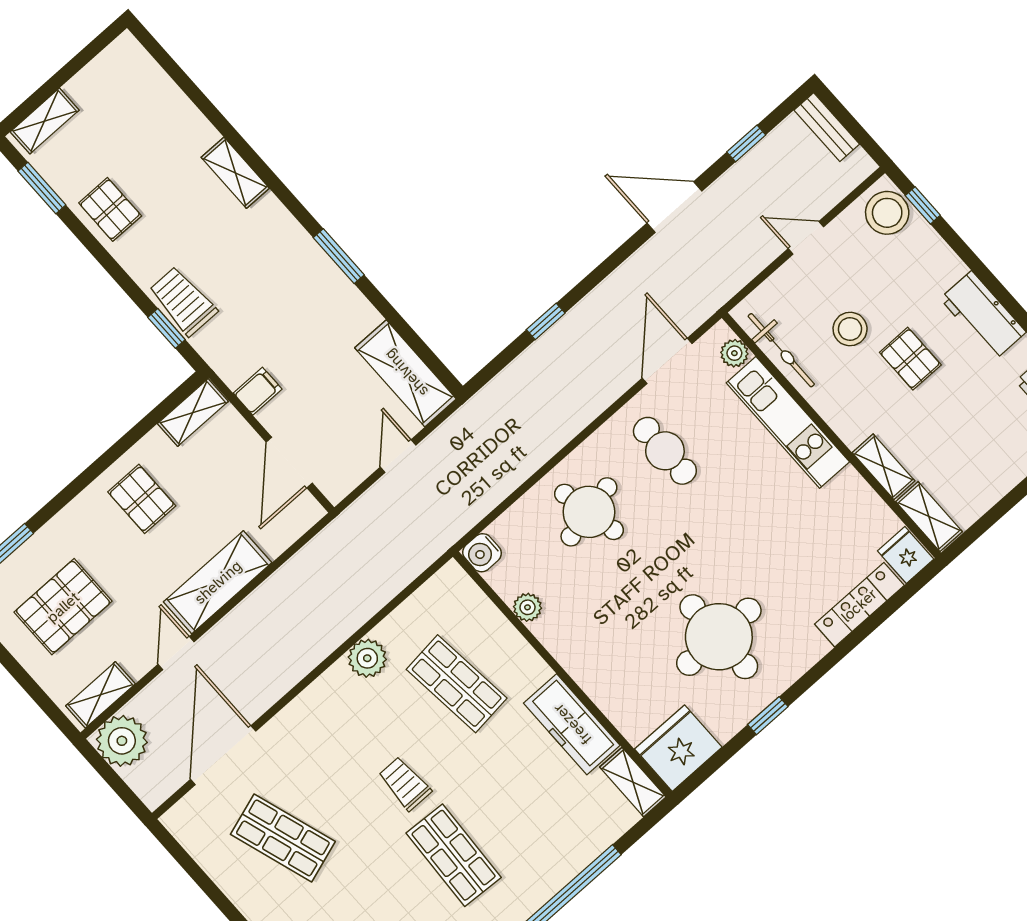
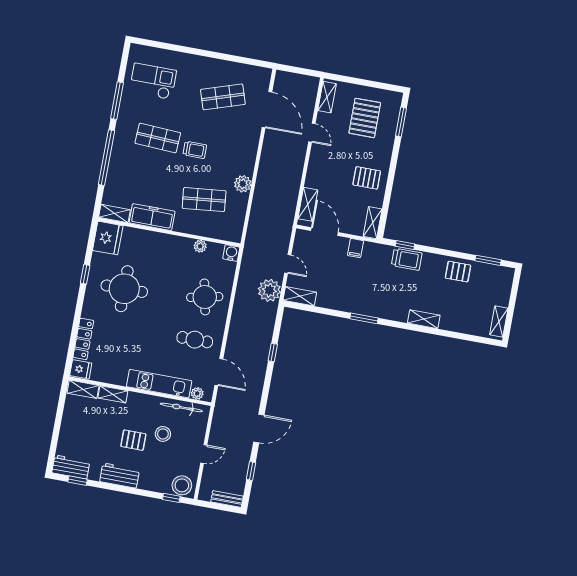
shelving: (45, 121) -> (499, 322), moved
shelving: (406, 373) -> (300, 296), width x0.67, depth x0.75
shelving: (218, 582) -> (308, 204), moved, width x0.67, depth x0.75
plant: (122, 741) -> (269, 290), moved

